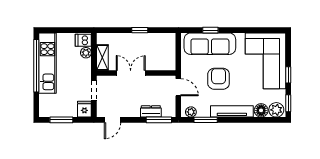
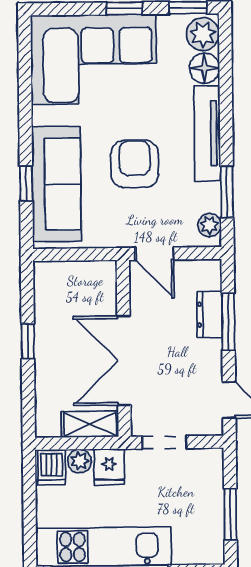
double door: (131, 73) -> (124, 361), width x1.37
armchair: (219, 79) -> (135, 164), turned 90
door: (178, 87) -> (155, 254), swing flipped
fridge: (84, 109) -> (109, 467), moved, turned -90
window: (159, 120) -> (228, 322), moved

